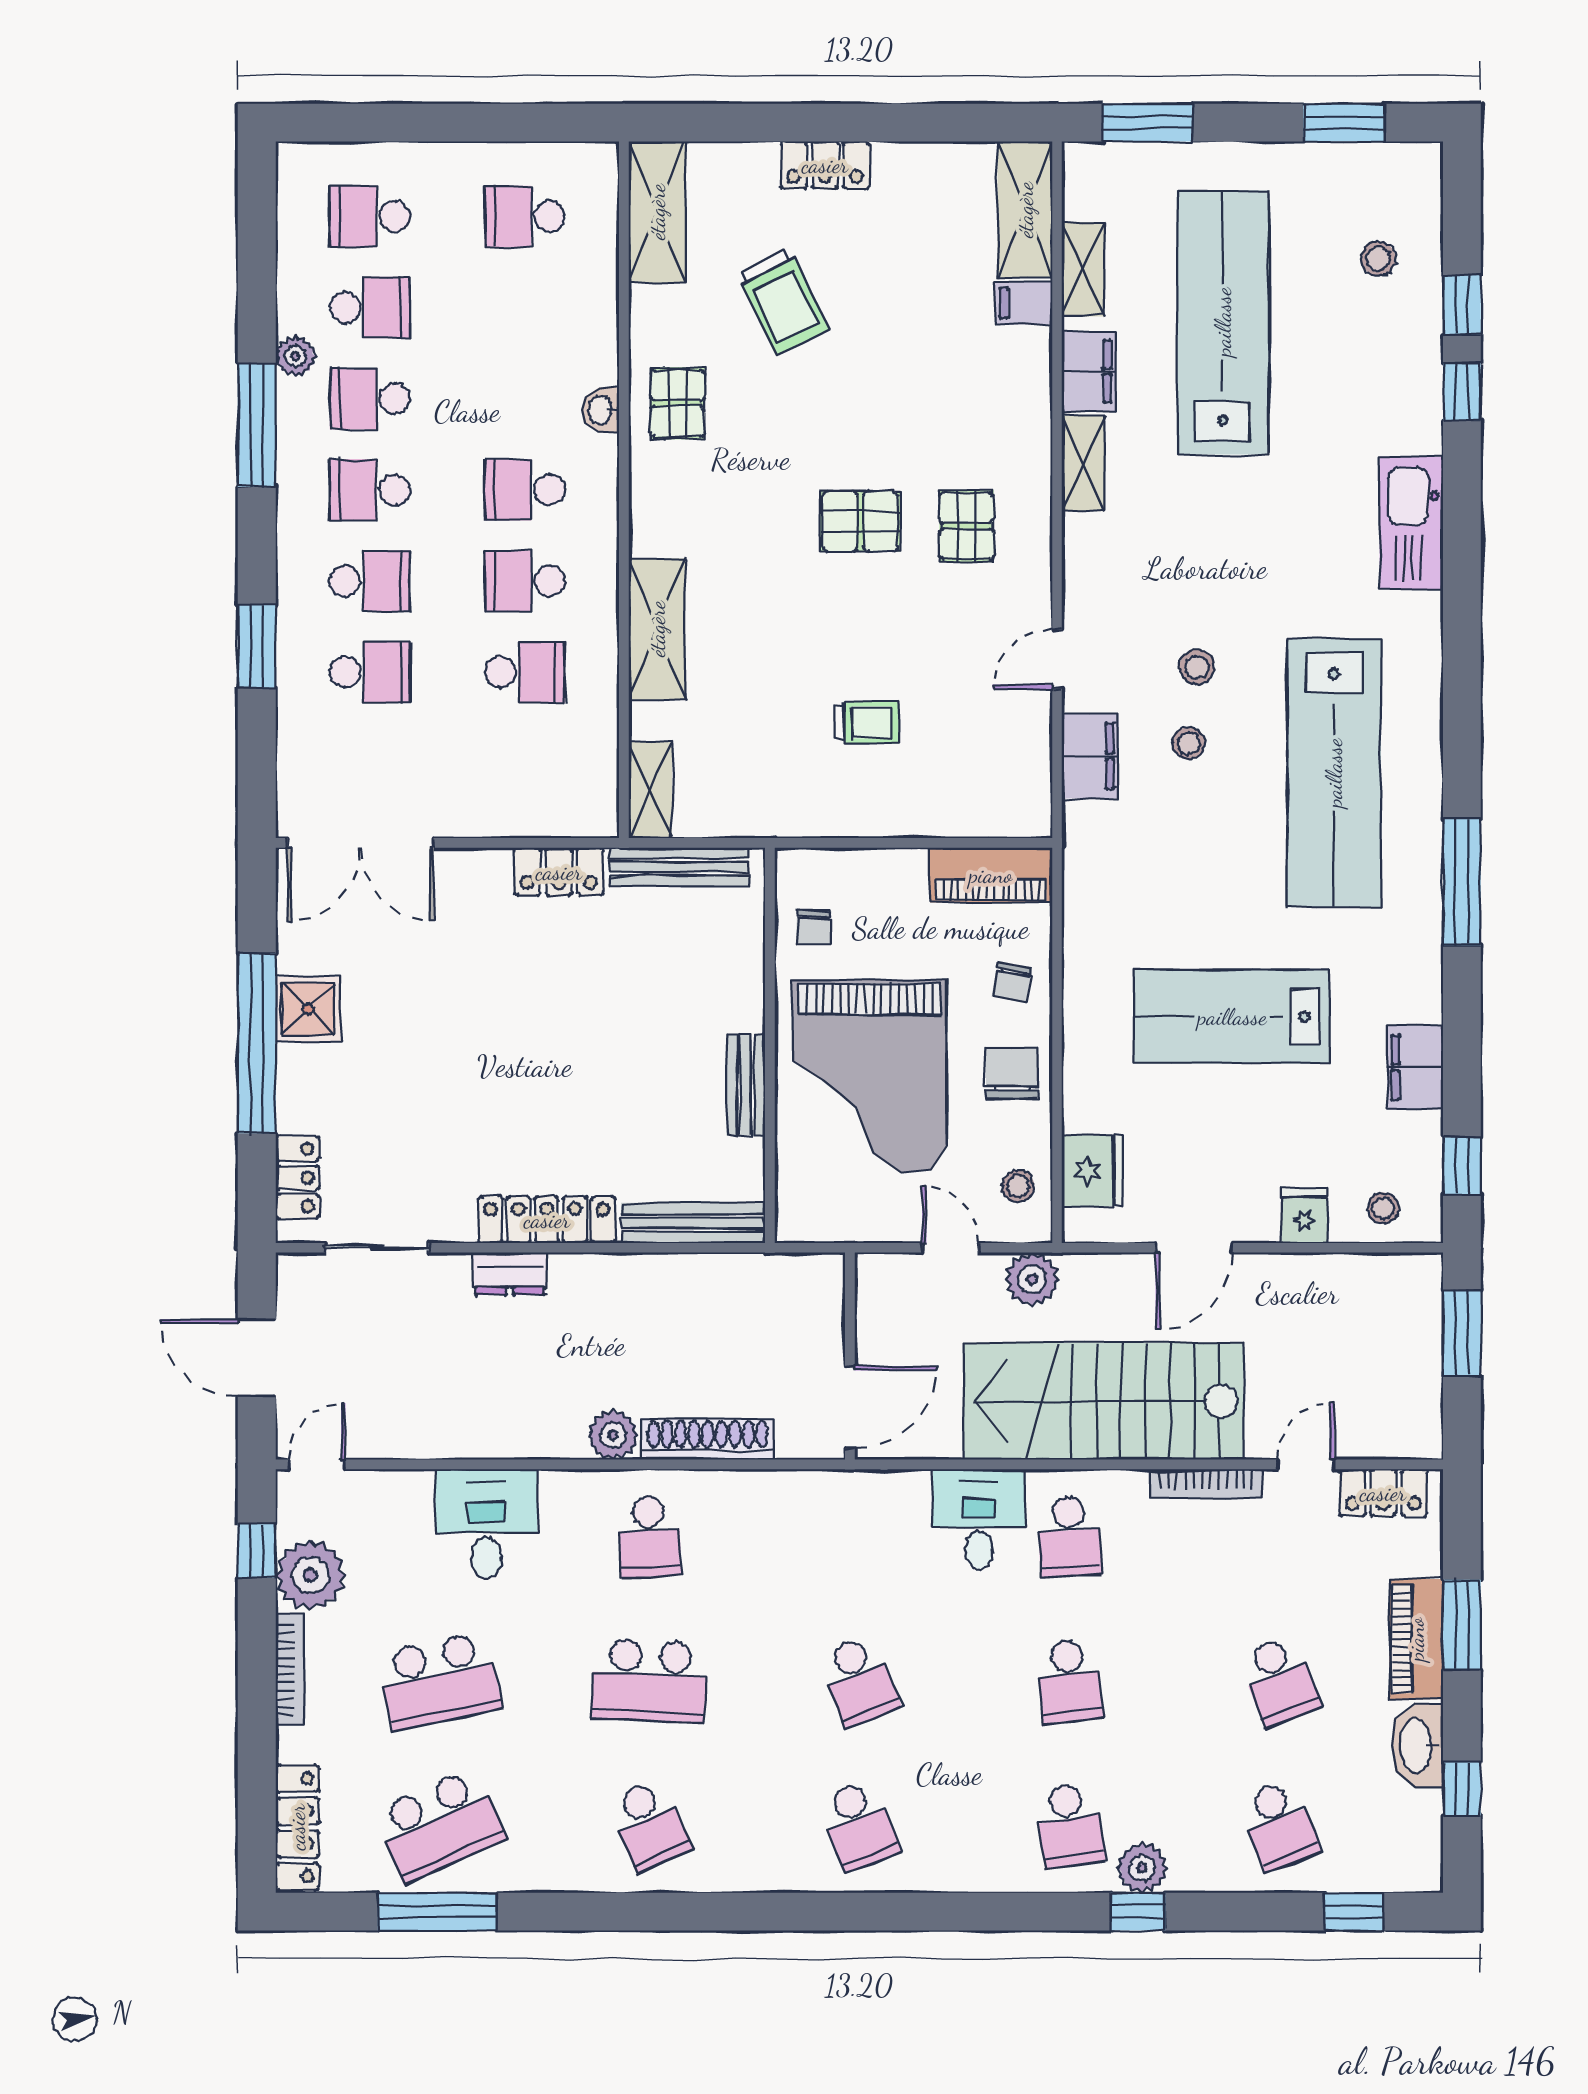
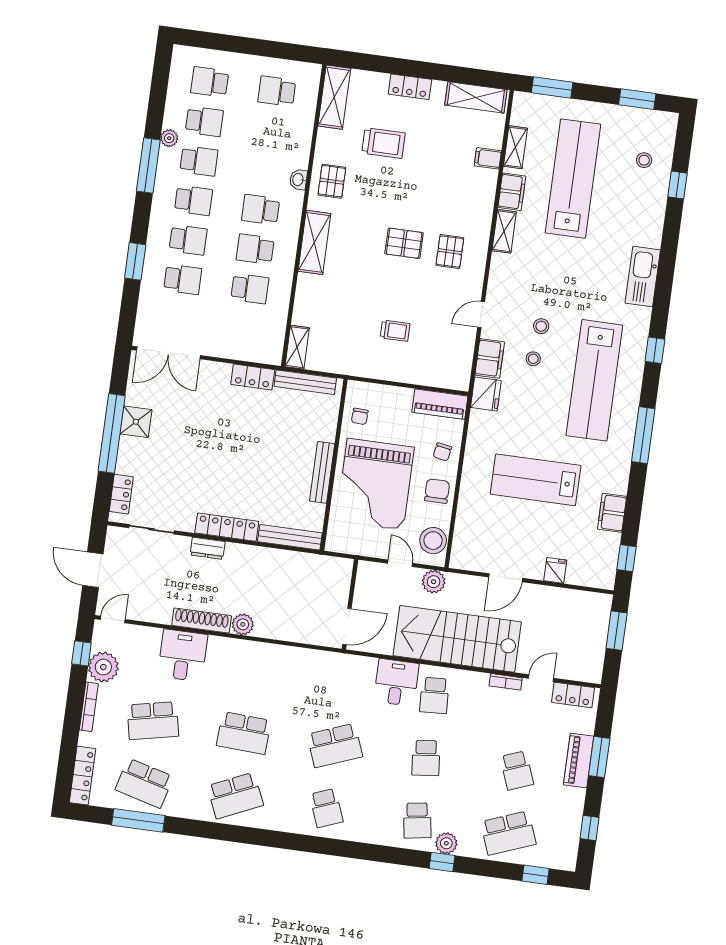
shelving: (1025, 210) -> (476, 97), moved, turned 90
trolley: (783, 301) -> (383, 143), turned -64
window: (1462, 392) -> (655, 350), moved
school desk: (370, 399) -> (199, 161), turned 180
school desk: (370, 490) -> (193, 200), turned 180
shelving: (657, 629) -> (314, 242), moved
bench: (746, 1085) -> (322, 472), width x1.36
fridge: (1092, 1171) -> (486, 394), moved
stool: (1018, 1186) -> (433, 541), width x1.89, depth x1.89
stool: (1383, 1208) -> (590, 572), removed
shoe rack: (708, 1439) -> (202, 621), moved
bookcase: (1206, 1484) -> (506, 682), width x0.64
school desk: (649, 1537) -> (252, 670), removed
school desk: (859, 1681) -> (335, 745), width x1.85
washbasin: (1417, 1745) -> (573, 807), removed
school desk: (439, 1825) -> (144, 783), turned 39
school desk: (649, 1825) -> (235, 796), width x1.85
school desk: (1279, 1825) -> (508, 833), width x1.85

